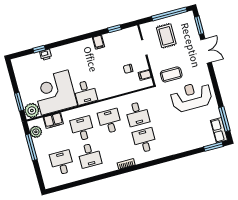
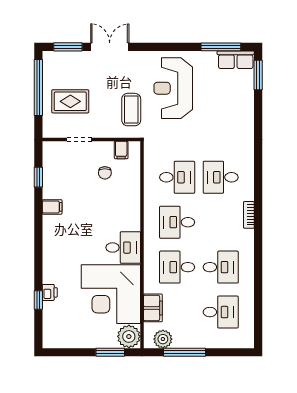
desk: (62, 163) -> (221, 312), turned 180

